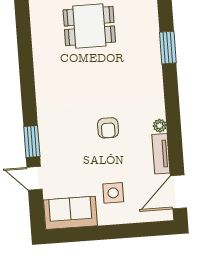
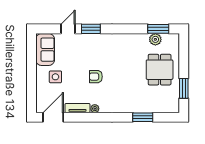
window: (24, 33) -> (158, 29), added
plant: (41, 36) -> (155, 39), added
door: (178, 192) -> (53, 117), hinge flipped

